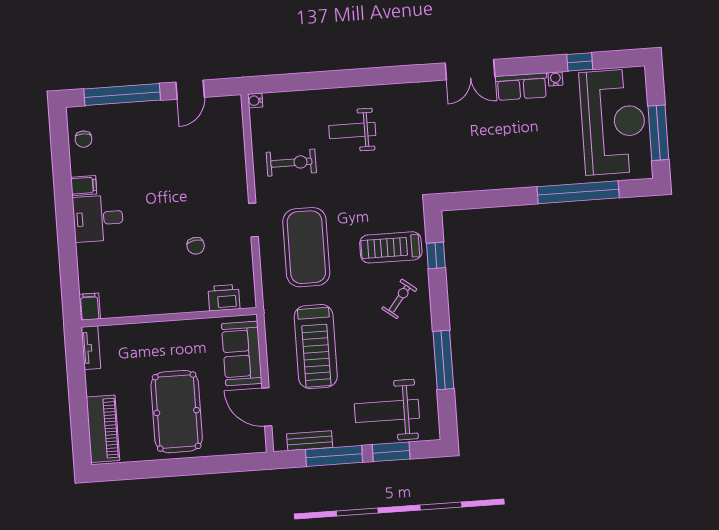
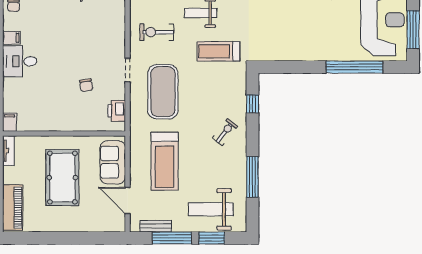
exercise bike: (291, 163) -> (157, 32), turned 180
treadmill: (391, 247) -> (218, 51), moved
printer: (224, 298) -> (117, 111), moved, turned -90
pool table: (177, 412) -> (62, 178), moved

